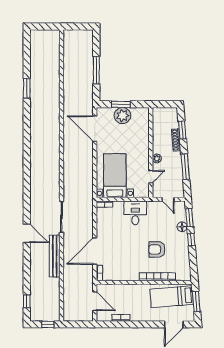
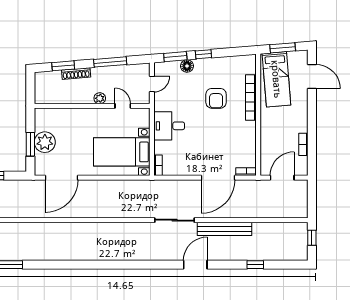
door: (95, 251) -> (218, 178), hinge flipped
window: (27, 301) -> (255, 265), moved

